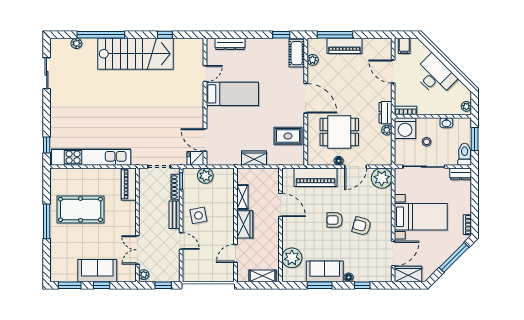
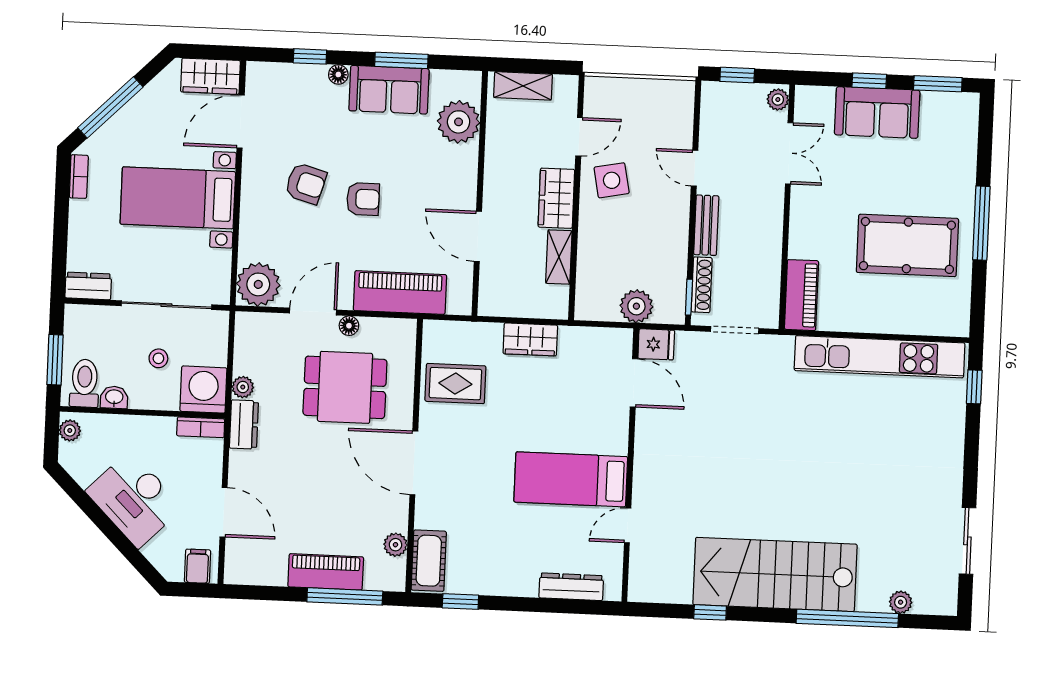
toilet: (465, 154) -> (85, 383), moved, turned 180
side table: (198, 215) -> (612, 180), moved

